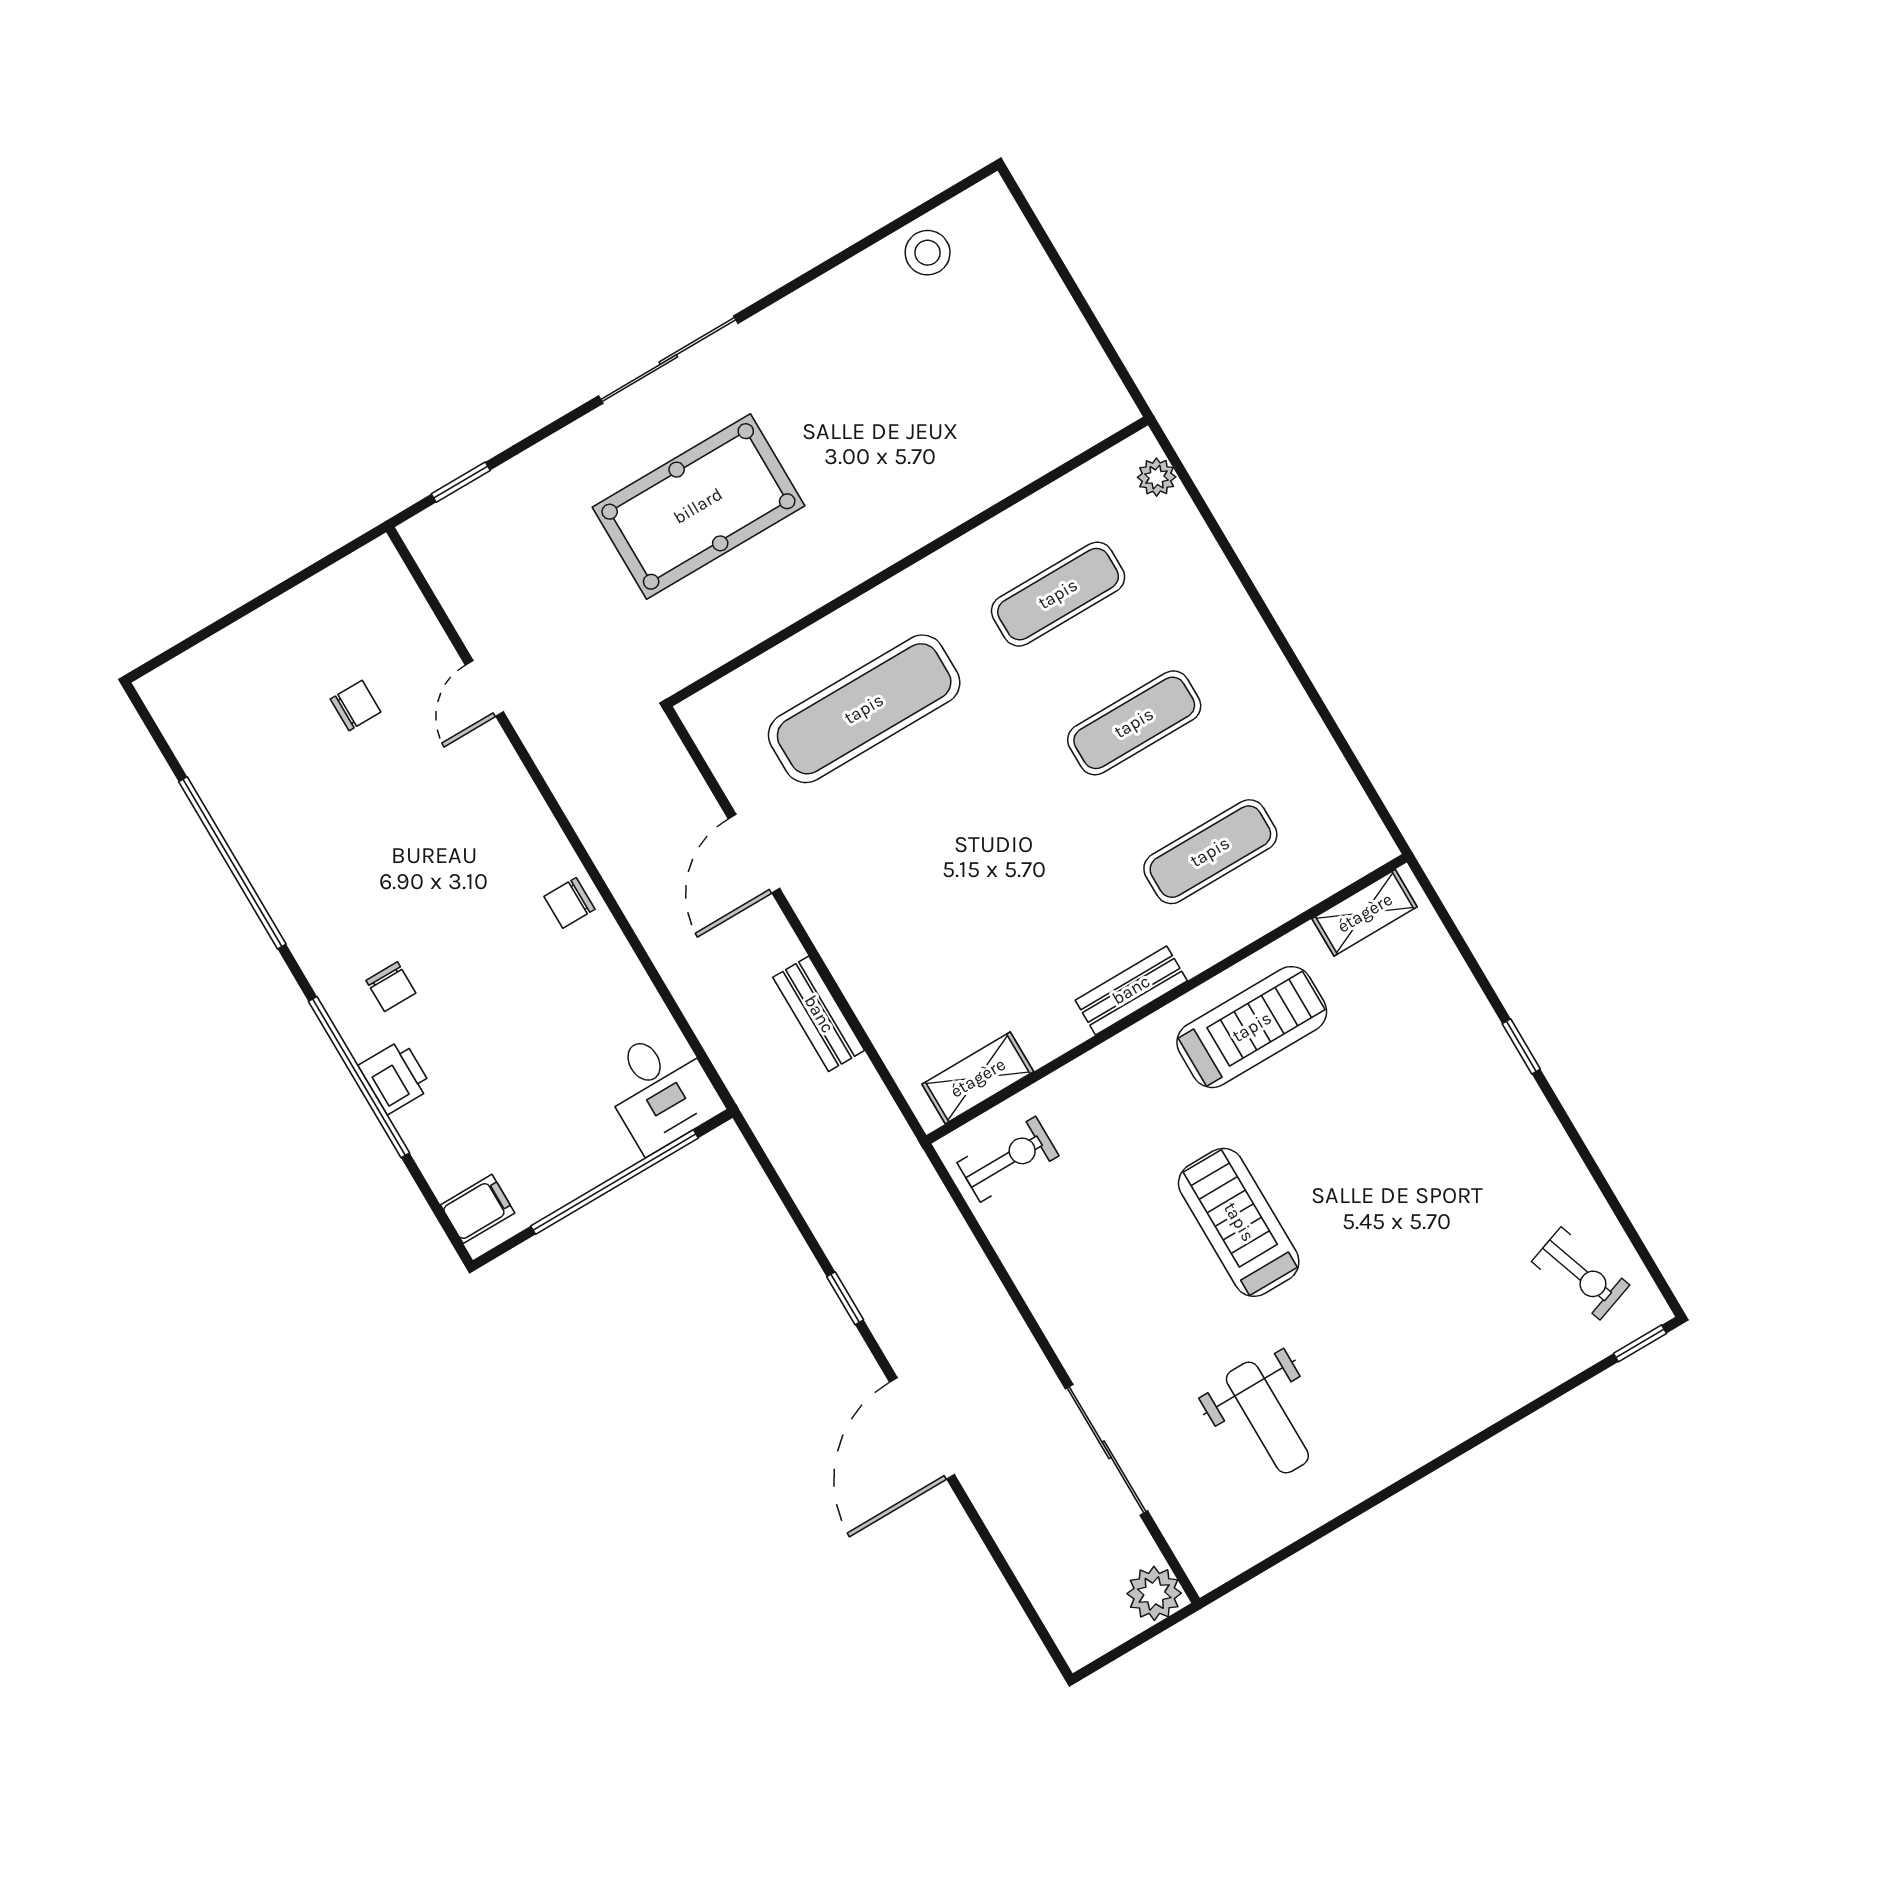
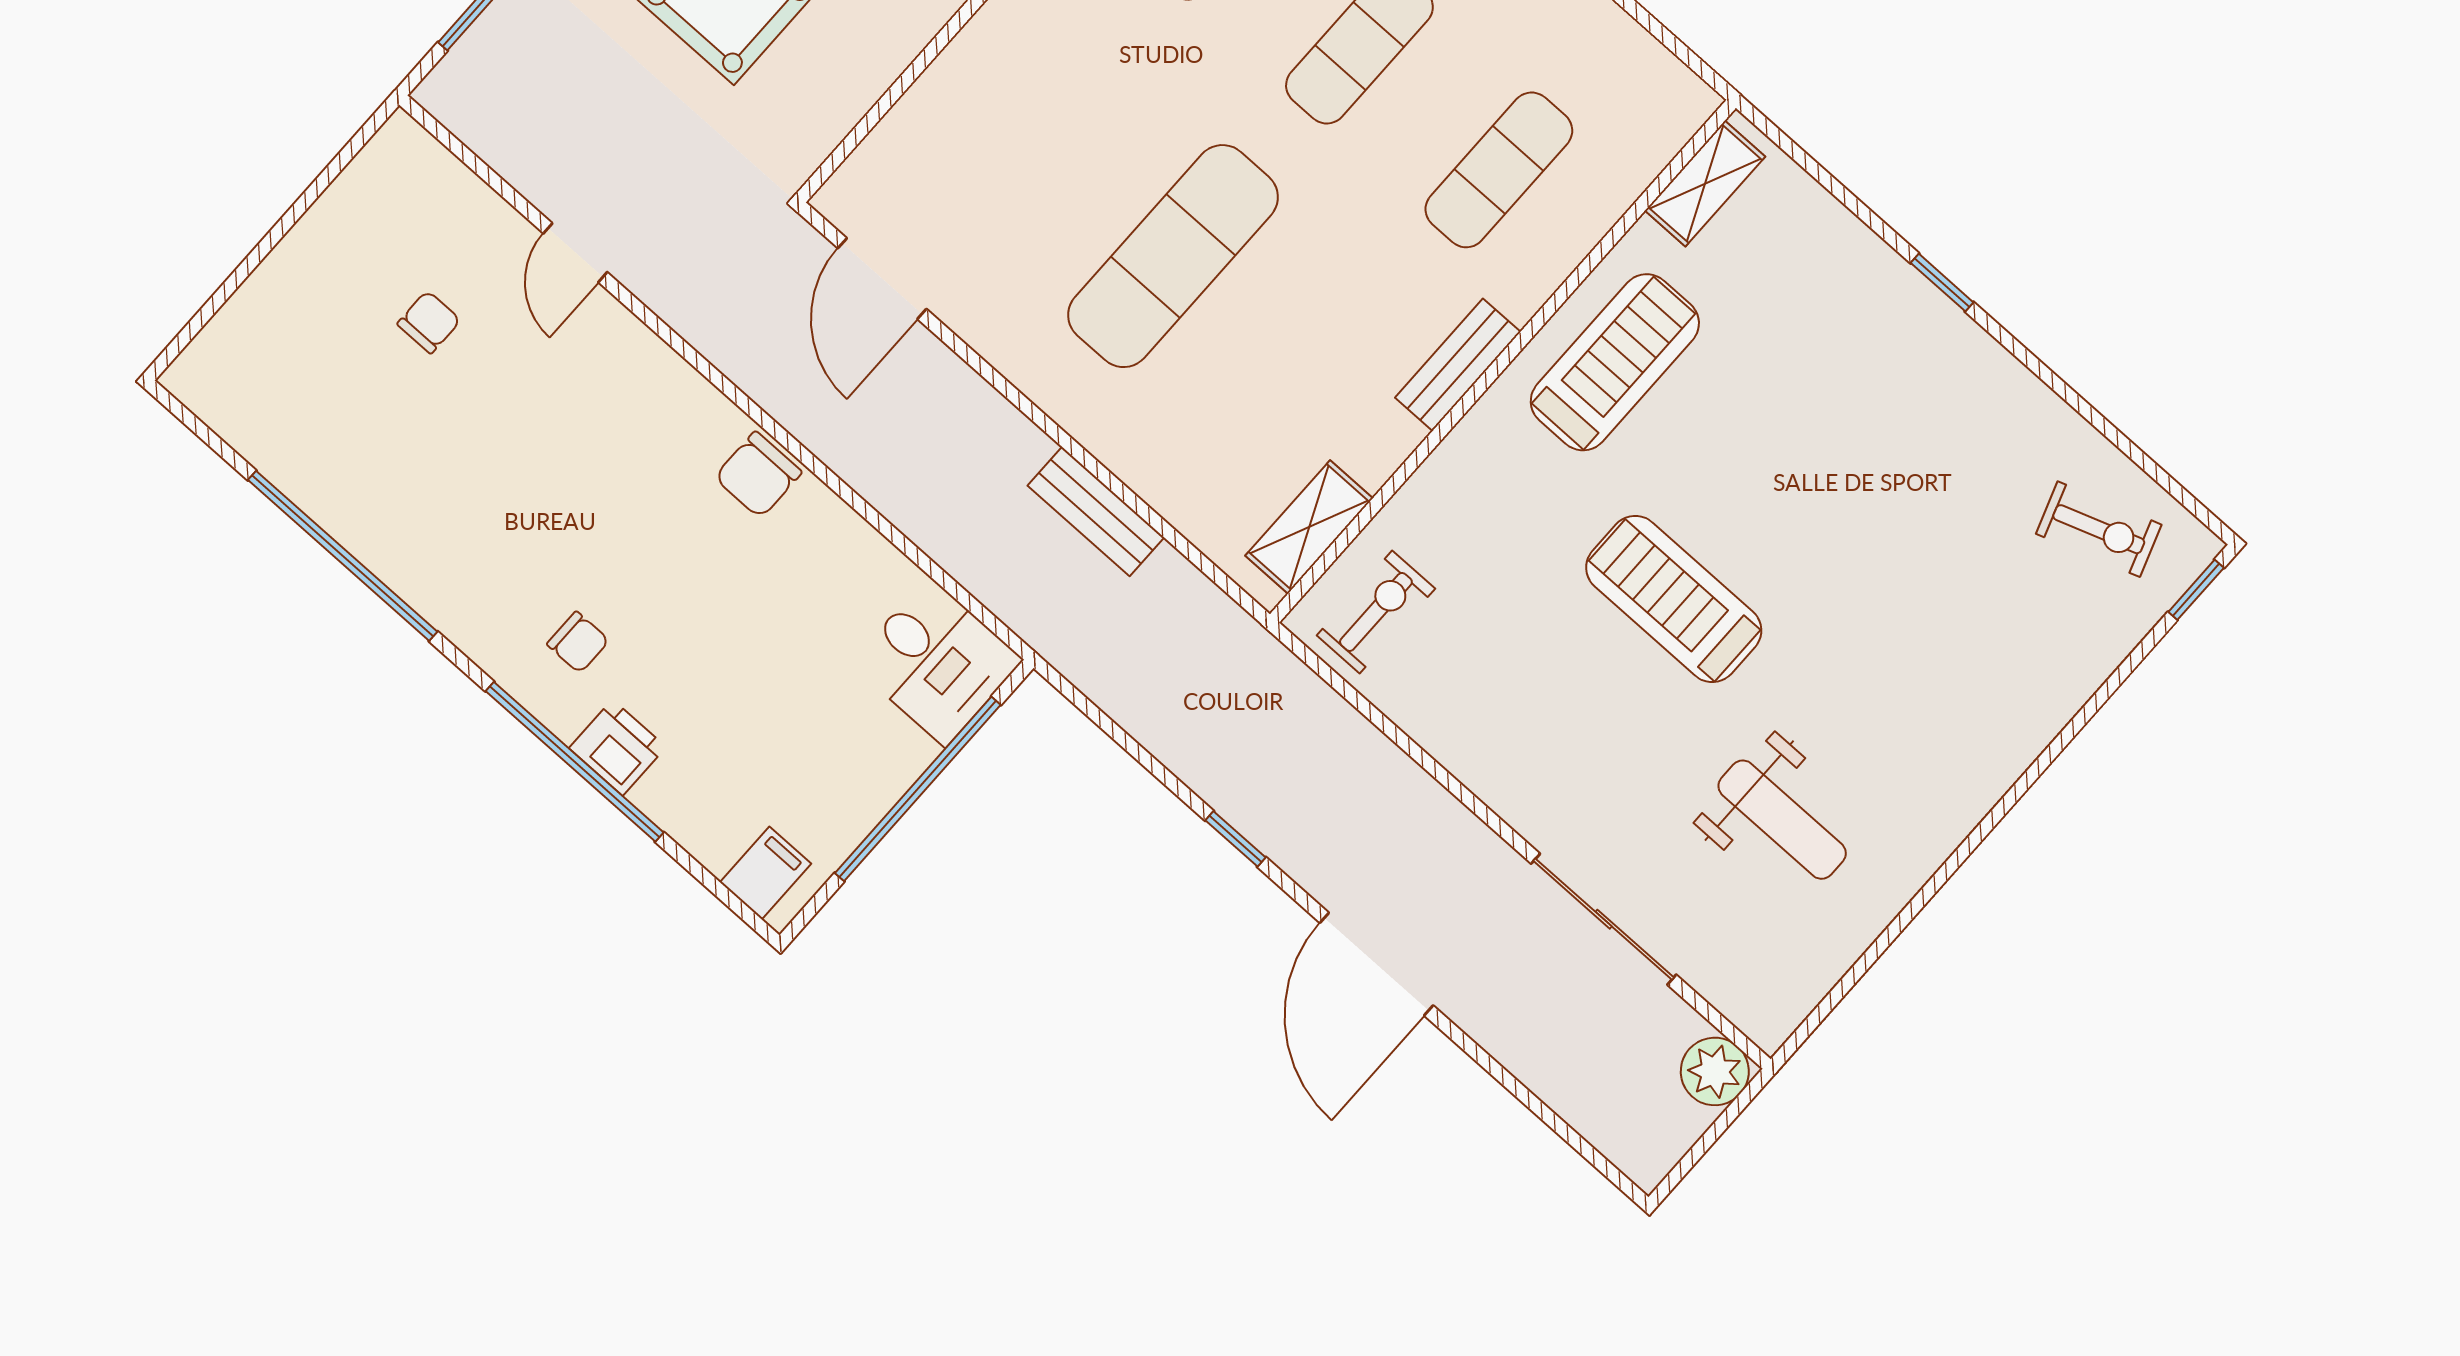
exercise mat: (864, 709) -> (1173, 256), moved
door: (754, 854) -> (882, 279), moved
chair: (570, 903) -> (758, 475), width x1.37, depth x1.37

